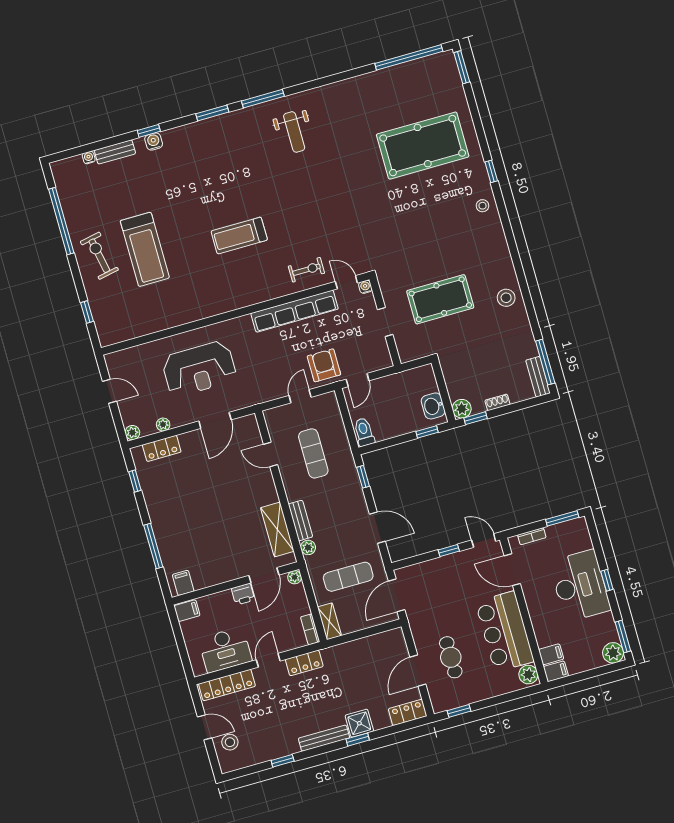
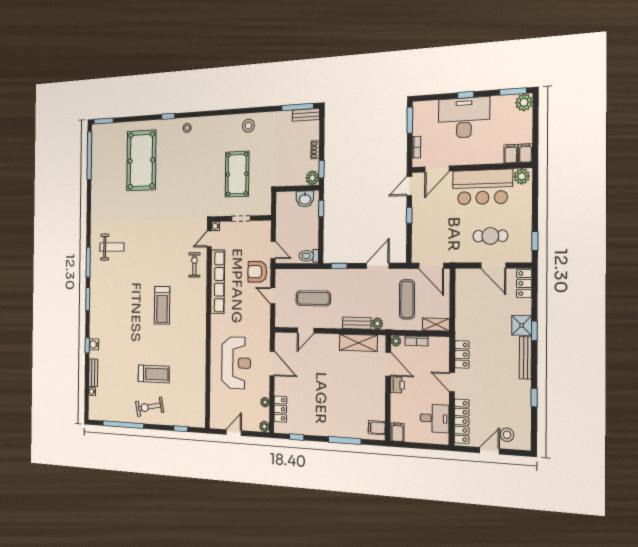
treadmill: (145, 249) -> (154, 374), width x0.73, depth x0.73
bookcase: (310, 629) -> (416, 341), moved
desk: (225, 650) -> (435, 418), width x0.73

